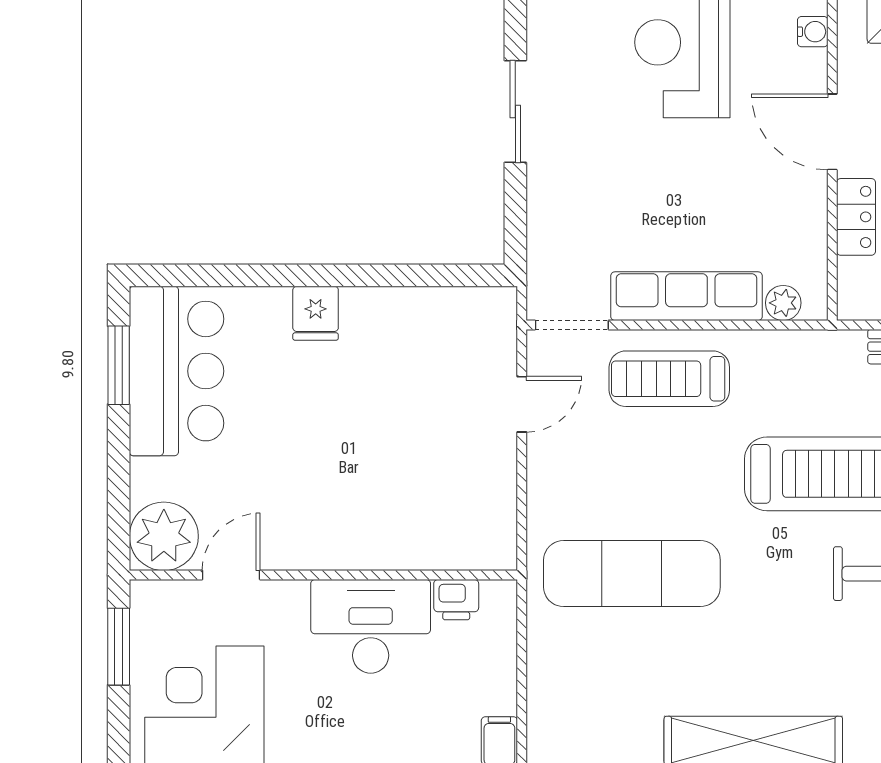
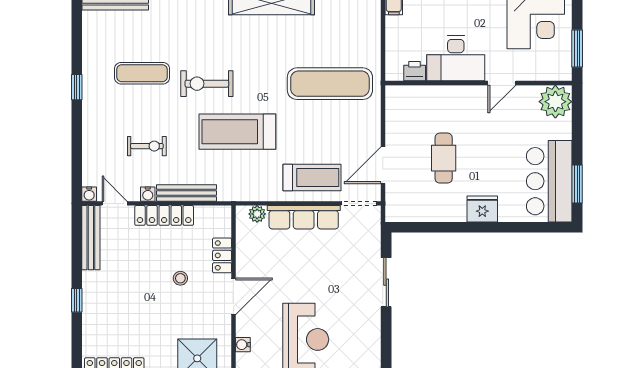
sliding door: (515, 112) -> (386, 282), moved
door: (832, 132) -> (233, 296), hinge flipped
fridge: (316, 313) -> (482, 209), width x1.38
door: (522, 404) -> (383, 165), width x1.38
cafe table: (396, 419) -> (444, 158), added
door: (231, 575) -> (502, 83), moved

